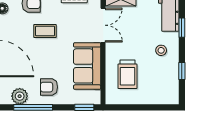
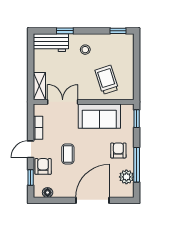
window: (182, 71) -> (118, 31), moved
trolley: (127, 74) -> (107, 80), turned -108
armchair: (49, 87) -> (118, 150), turned 180

